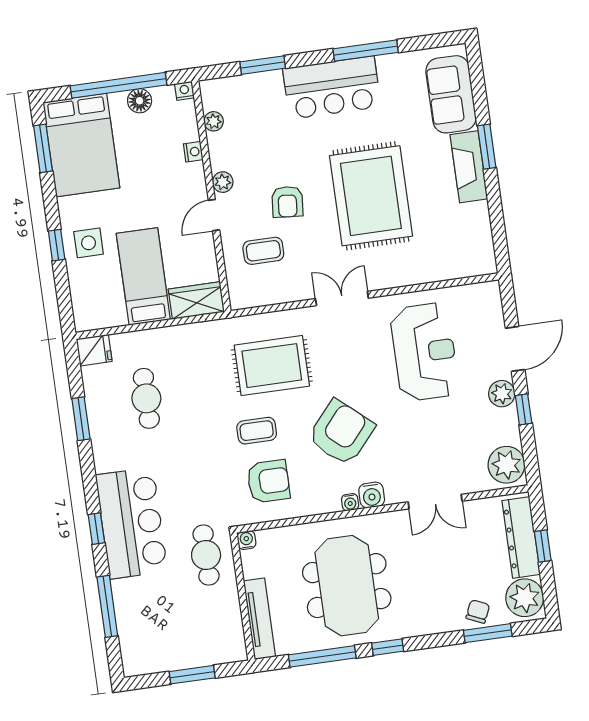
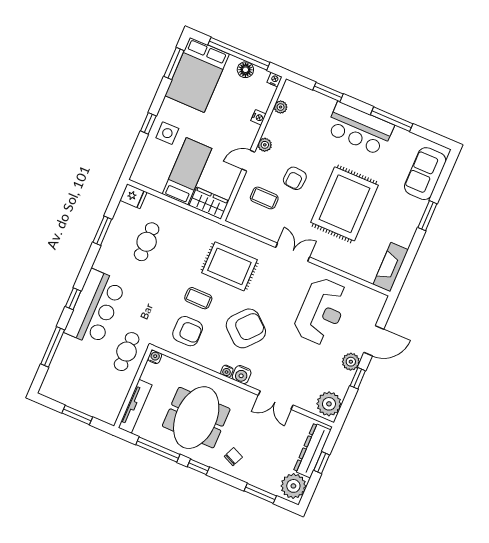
fireplace: (469, 167) -> (391, 267), moved
chair: (478, 612) -> (233, 457), moved

